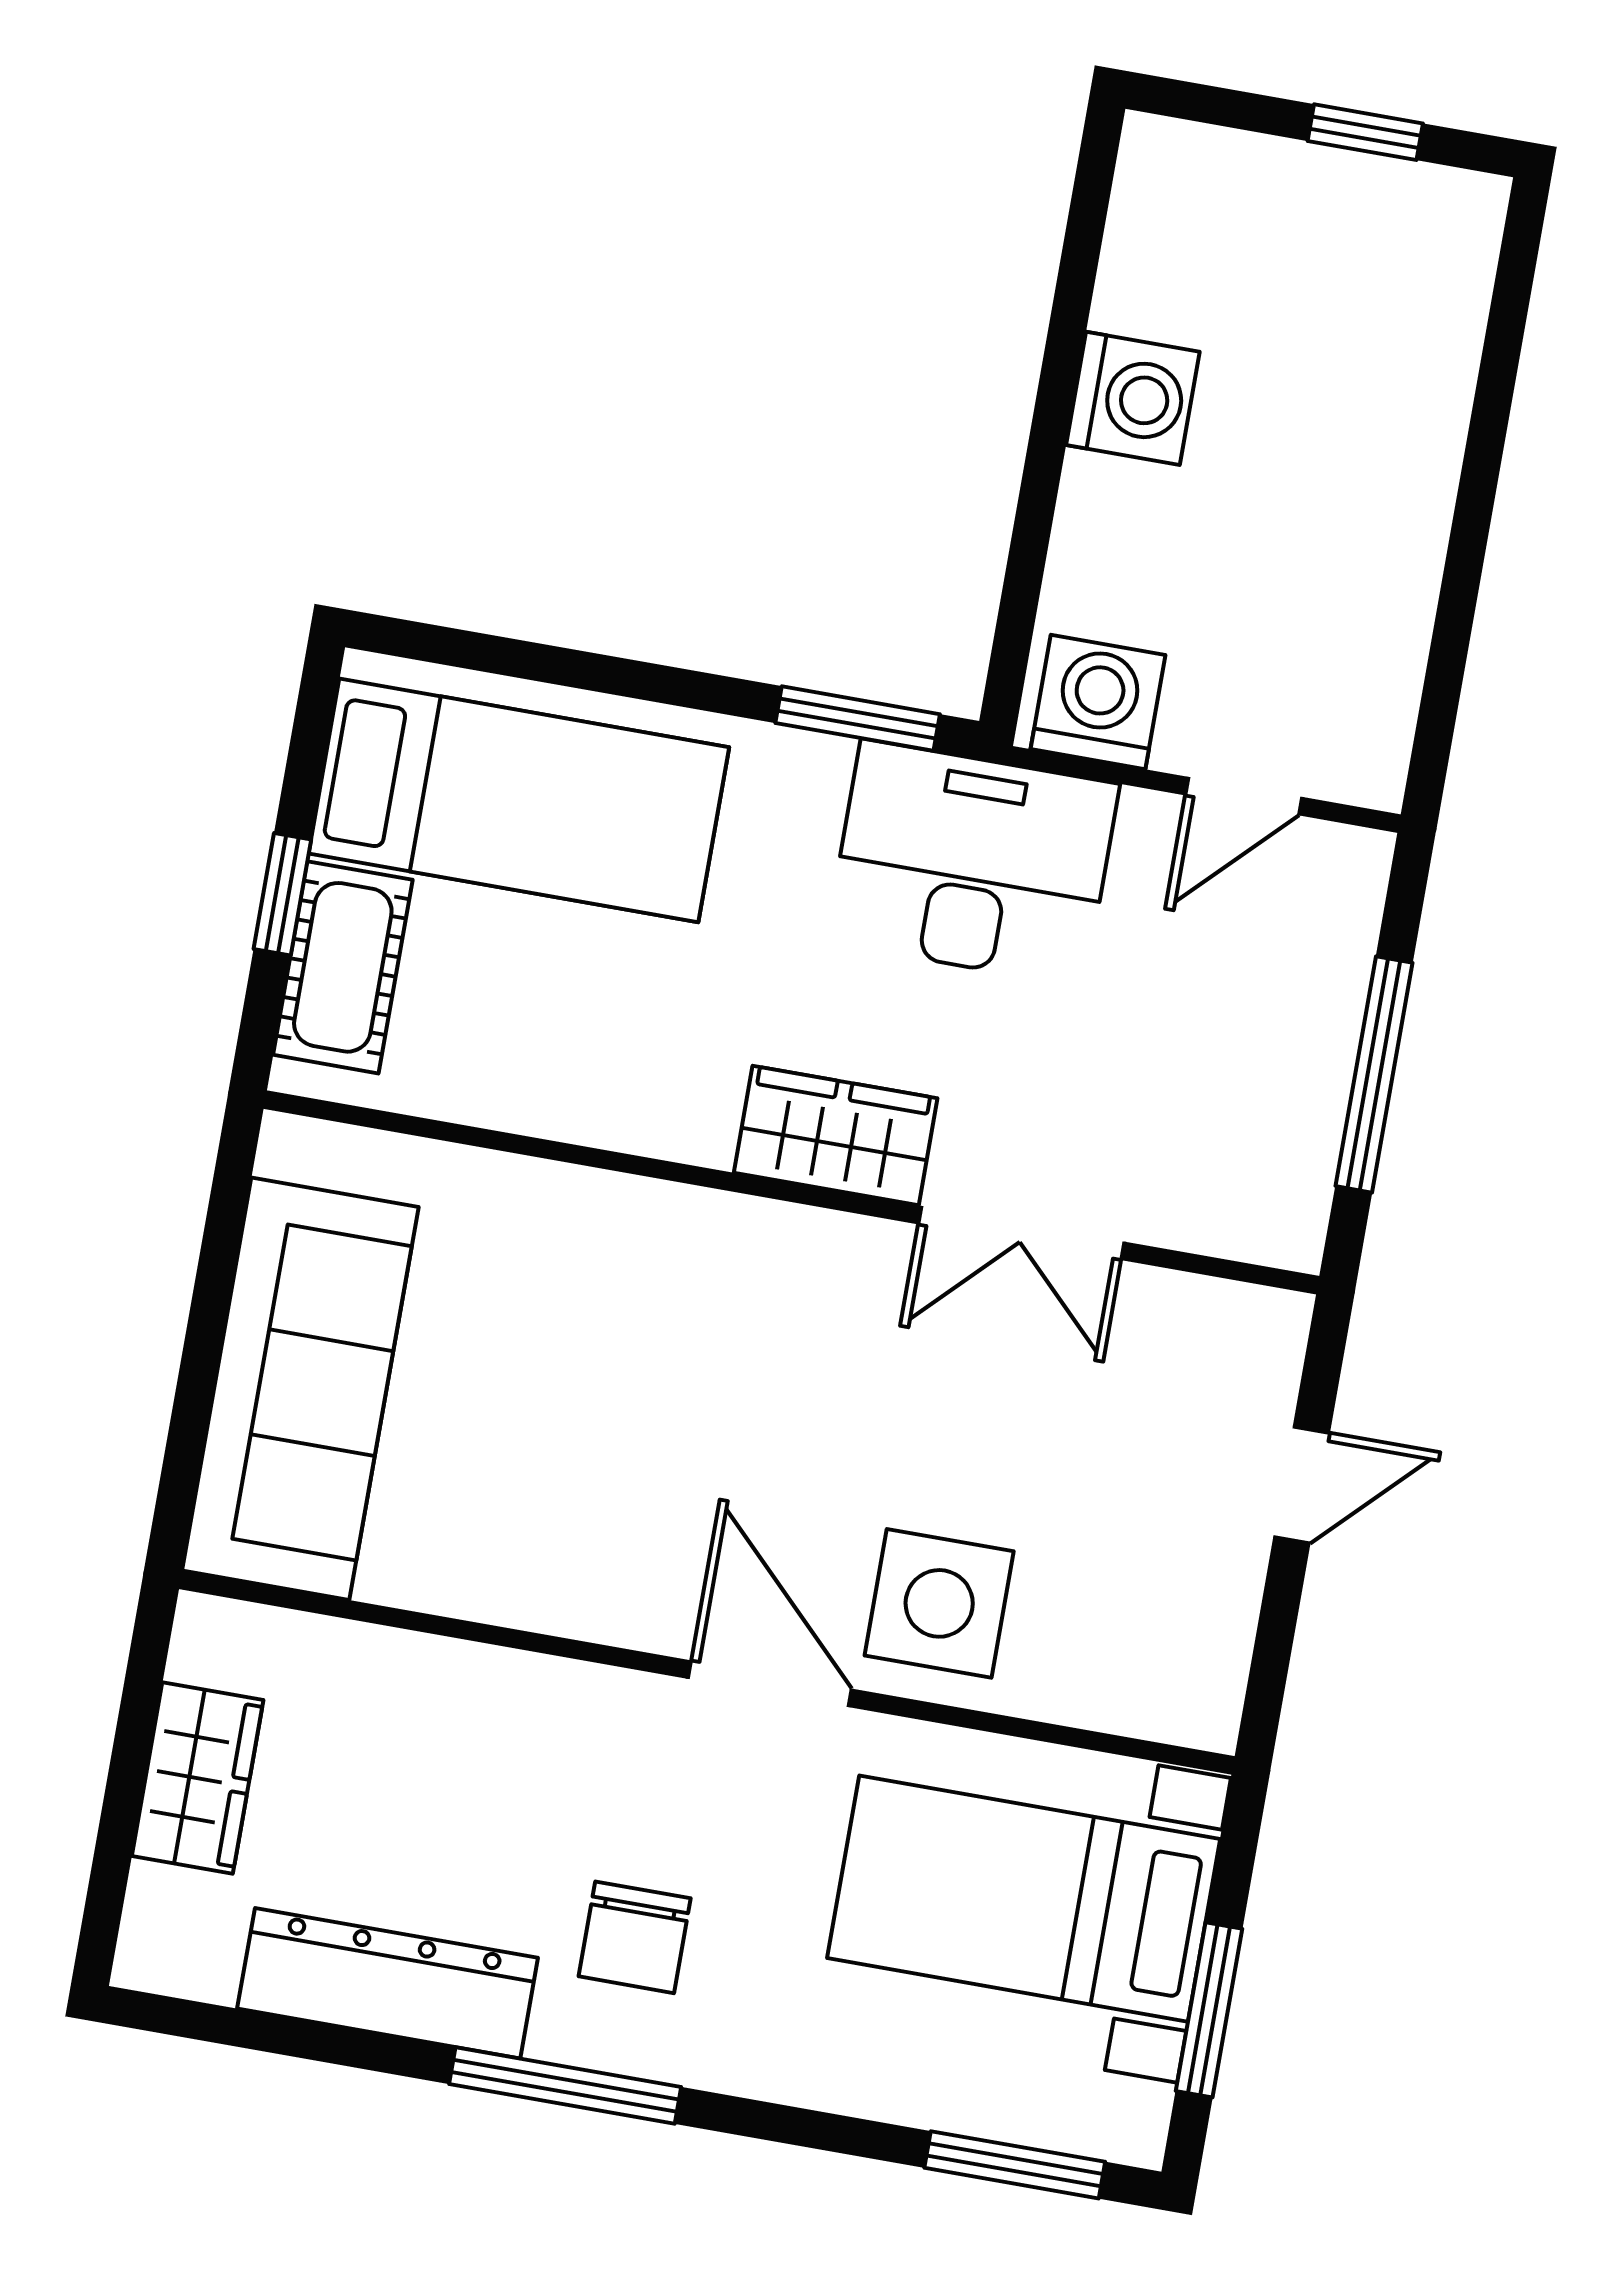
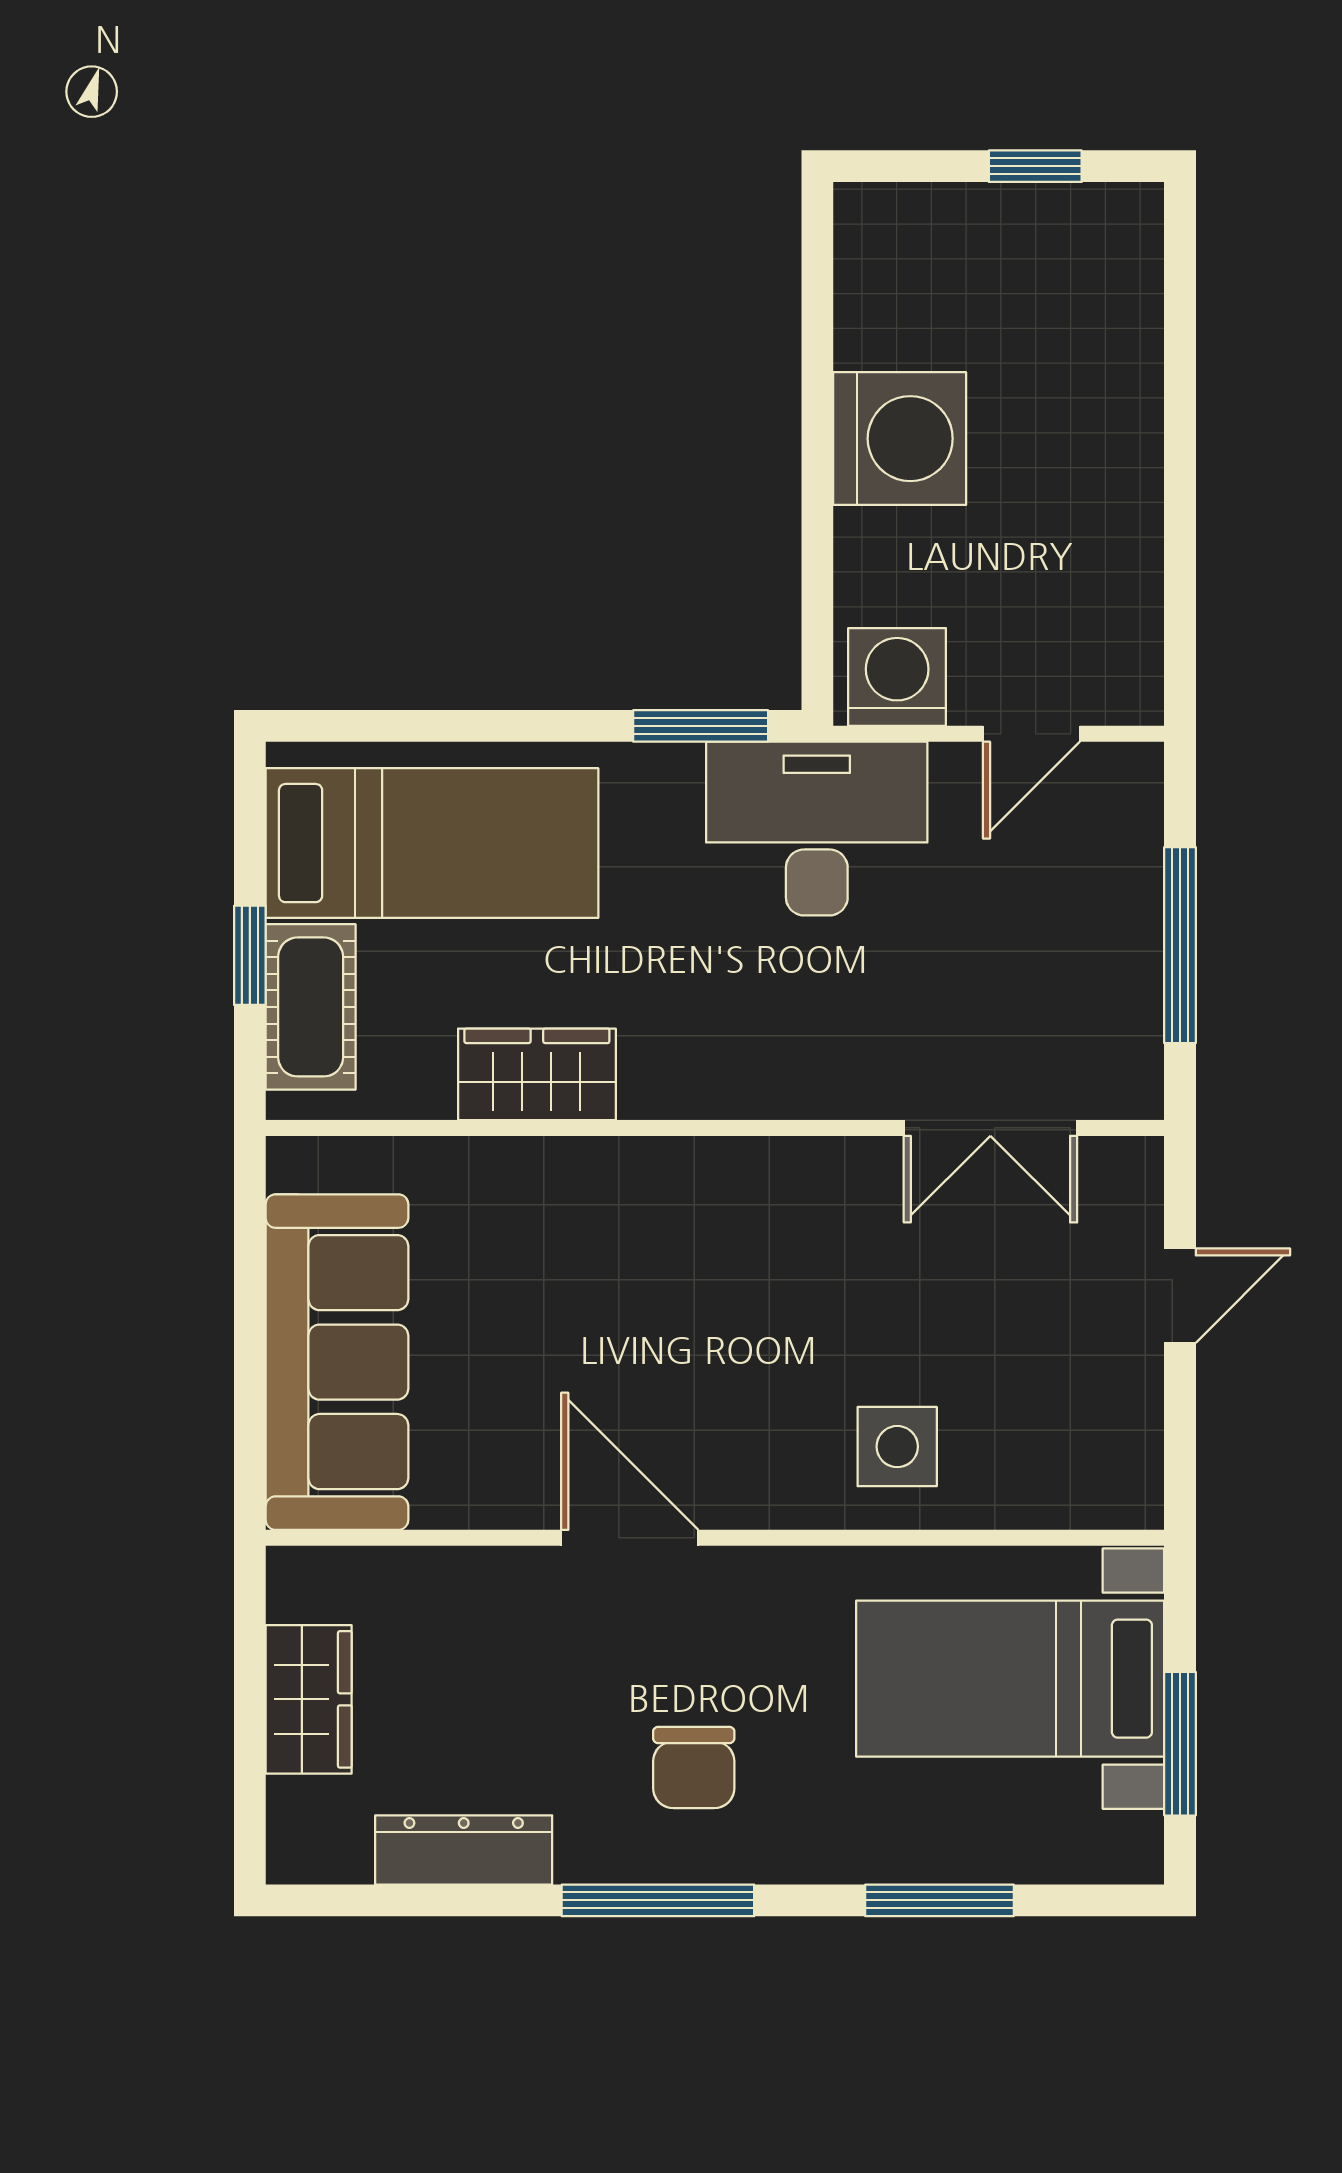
washing machine: (1133, 398) -> (900, 439), width x1.37, depth x1.37
wardrobe: (836, 1135) -> (537, 1074), moved
double door: (1021, 1233) -> (990, 1128), moved
side table: (939, 1603) -> (897, 1447), width x0.73, depth x0.73
door: (770, 1684) -> (630, 1538), moved
dresser: (388, 1983) -> (464, 1850), width x0.73, depth x0.80
window: (1015, 2165) -> (940, 1900), moved

